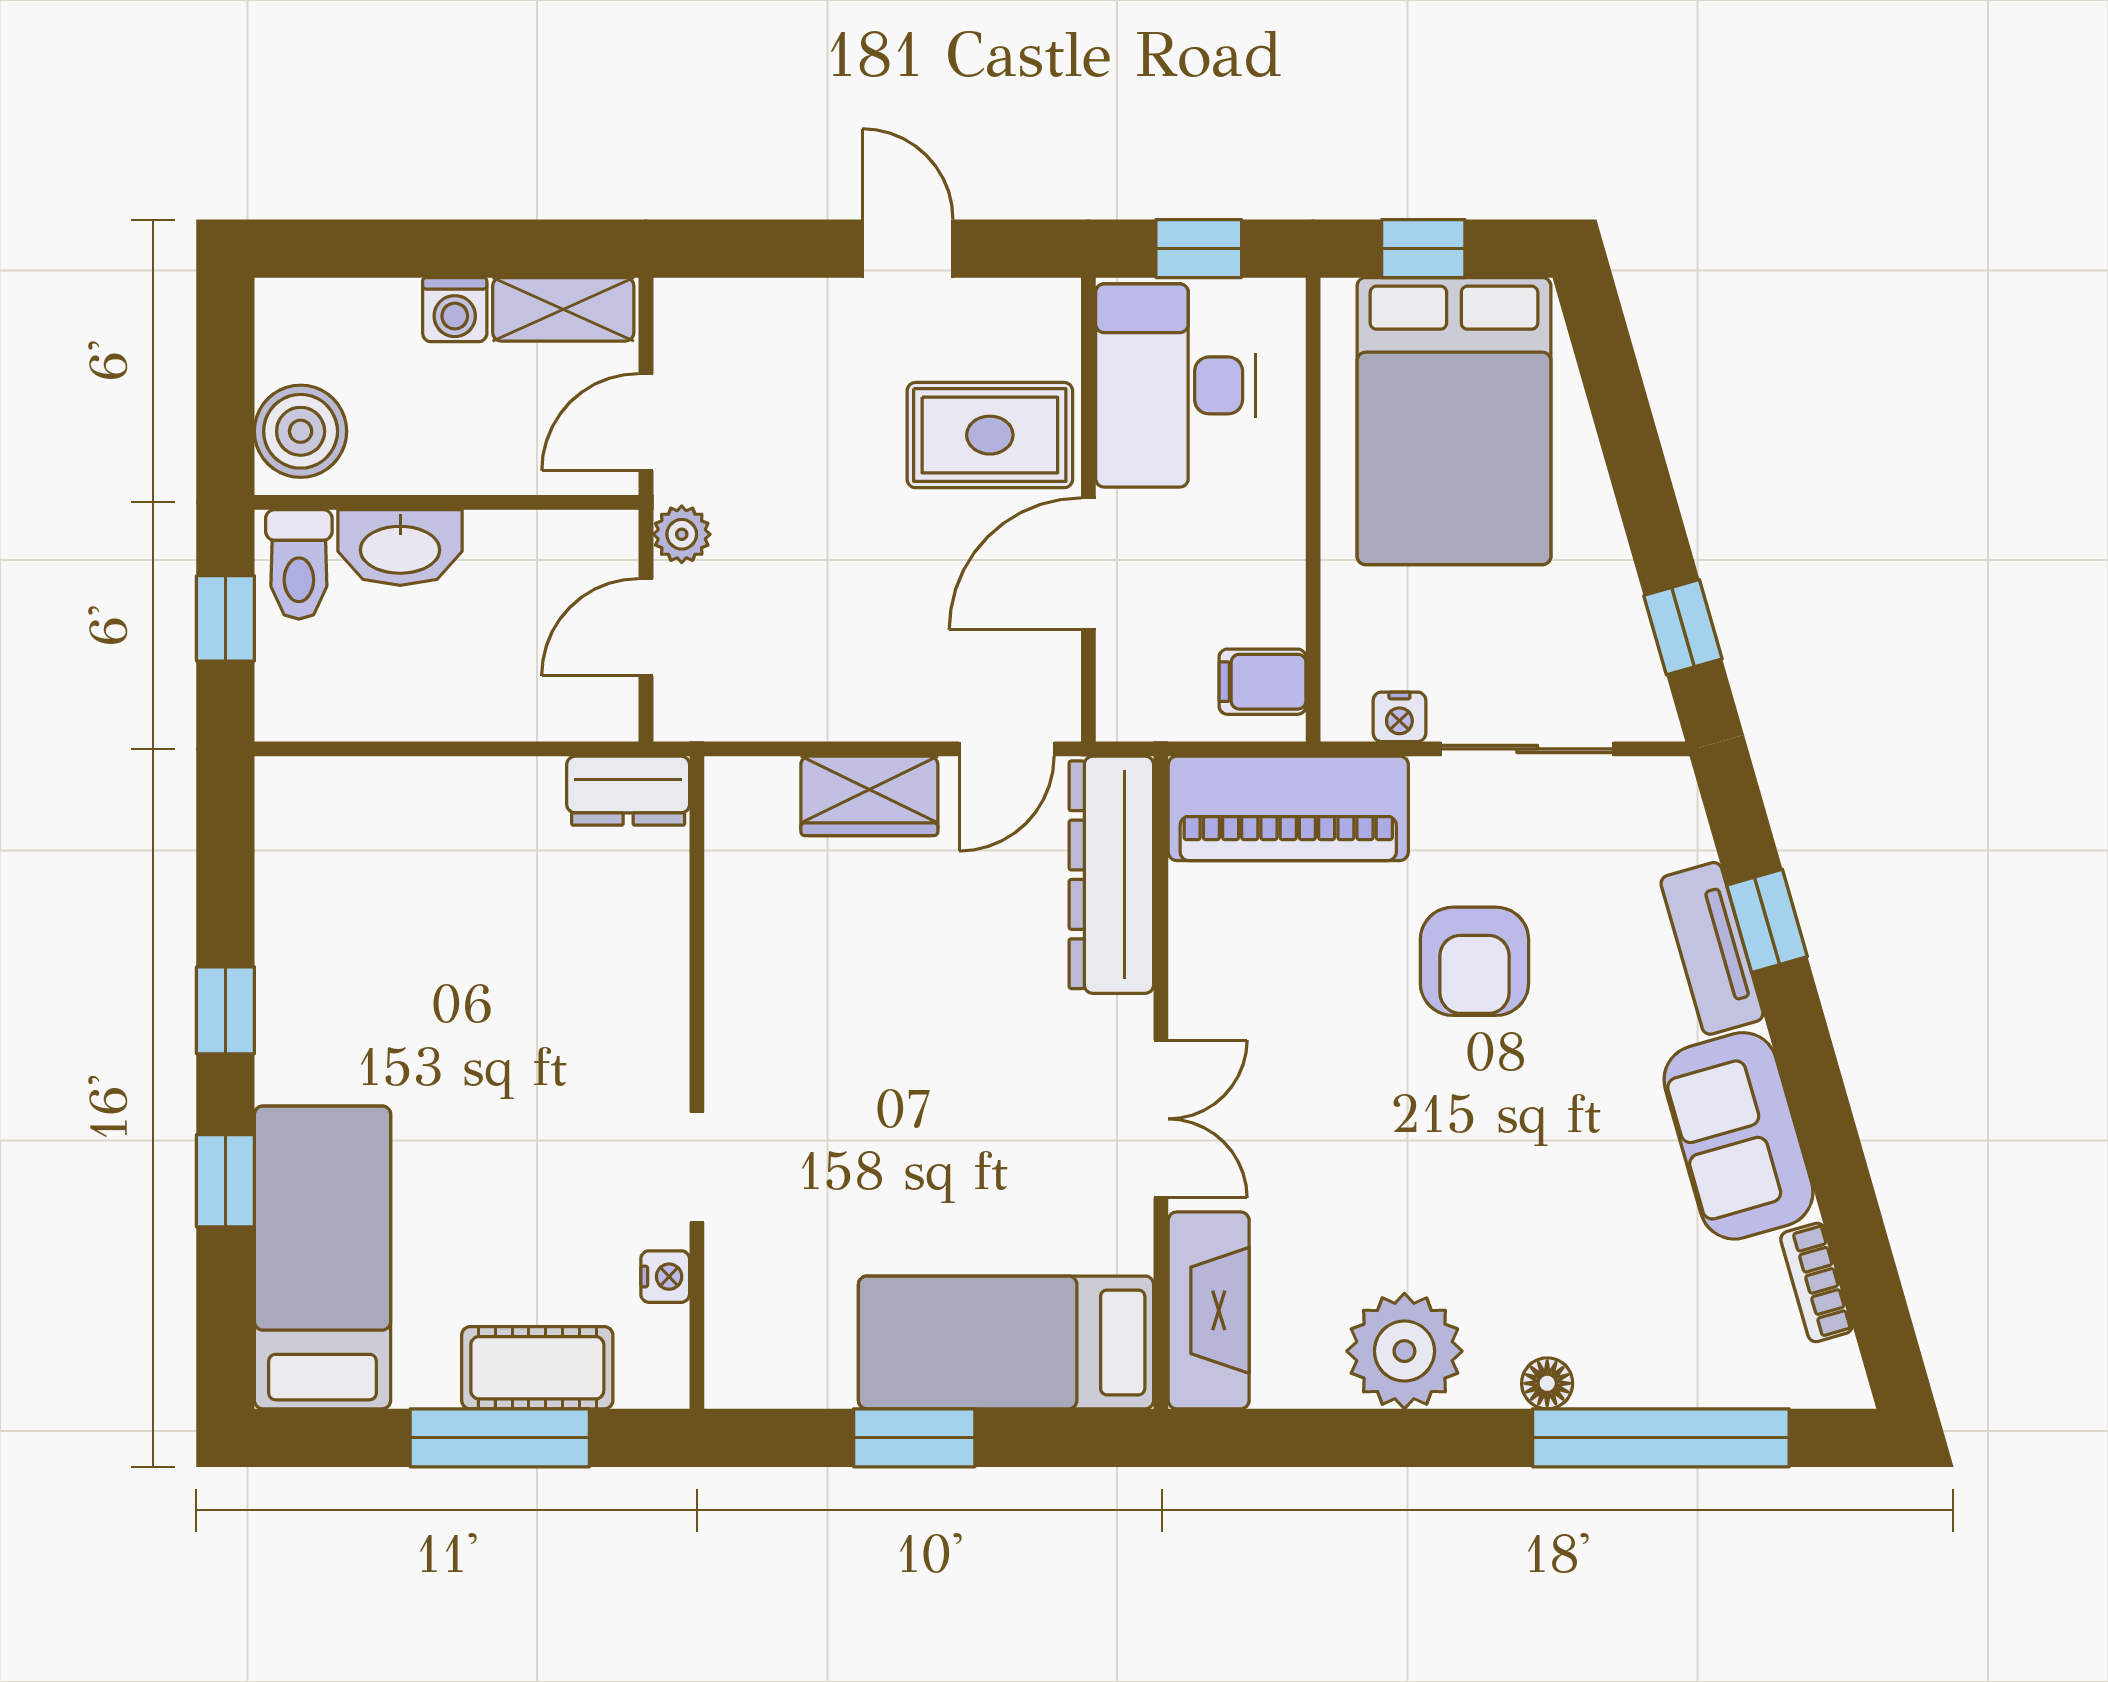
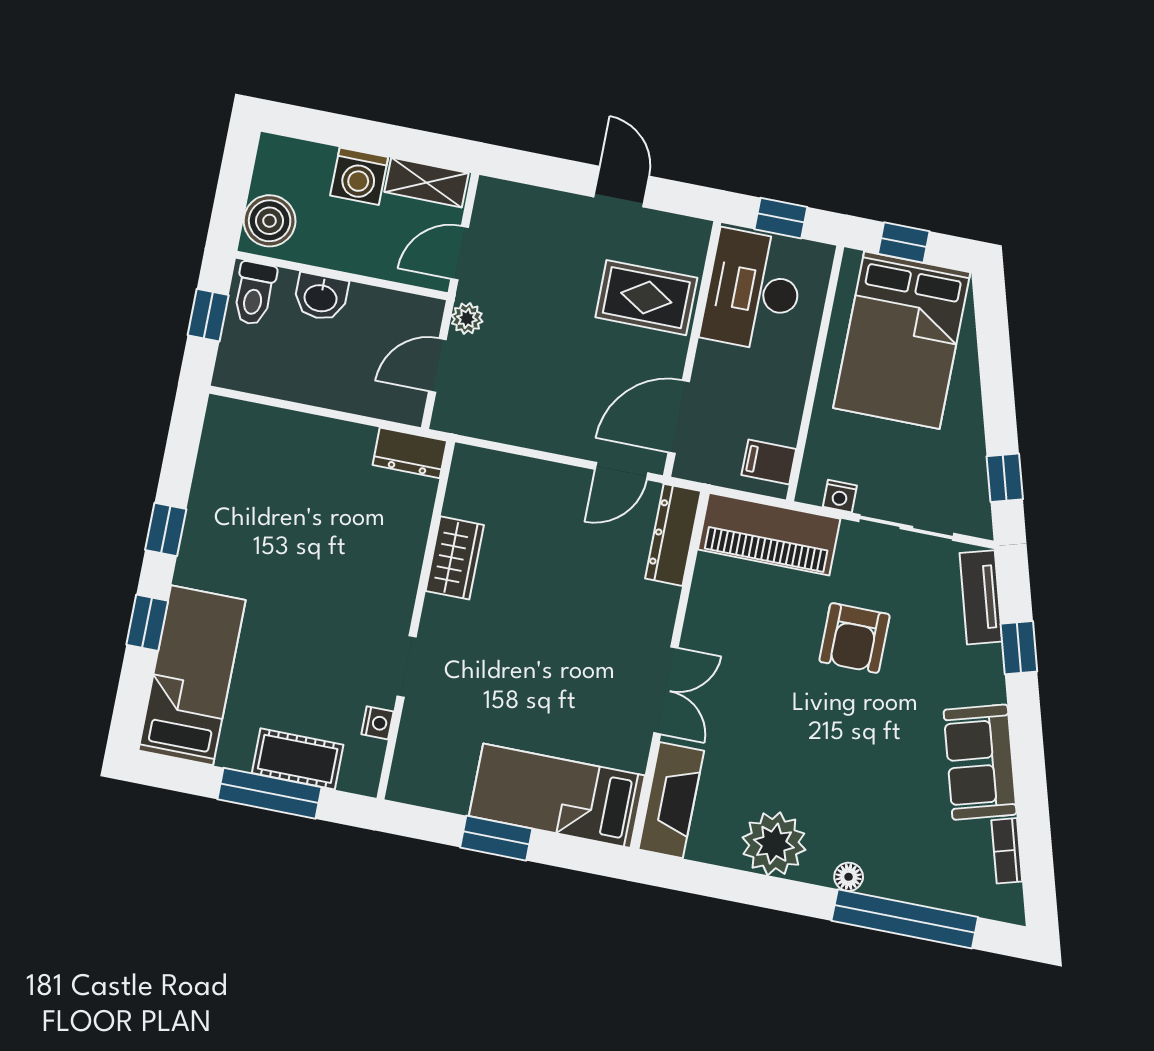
washing machine: (455, 310) -> (359, 176), width x1.38, depth x1.38
washbasin: (400, 548) -> (321, 297), width x0.72
door: (1088, 564) -> (679, 417), moved
wardrobe: (869, 796) -> (455, 558), moved, turned -90
dresser: (1111, 875) -> (673, 535), width x0.73, depth x0.80
tv unit: (1712, 948) -> (981, 597), moved

